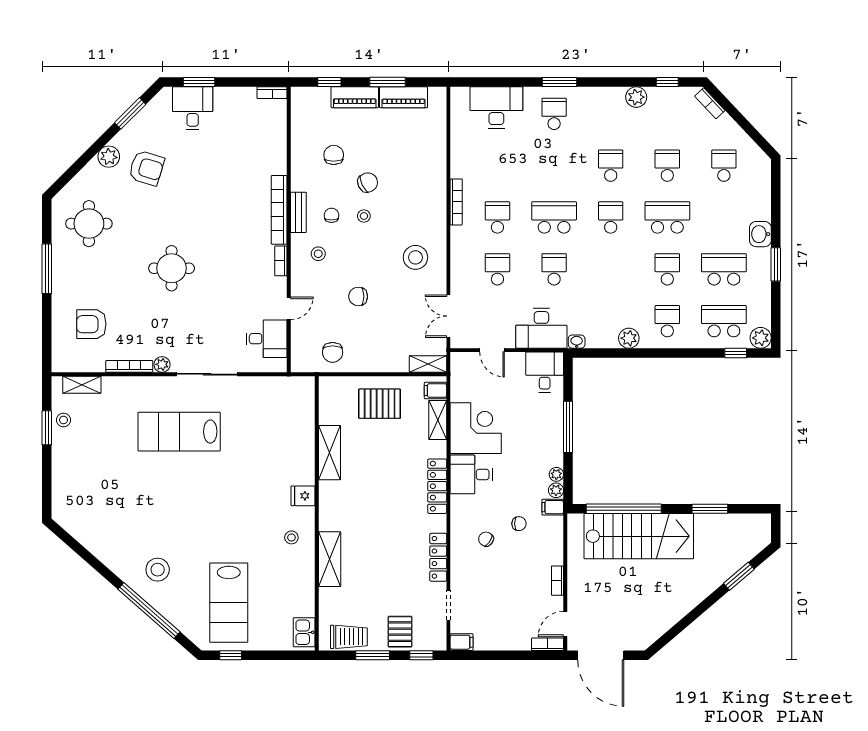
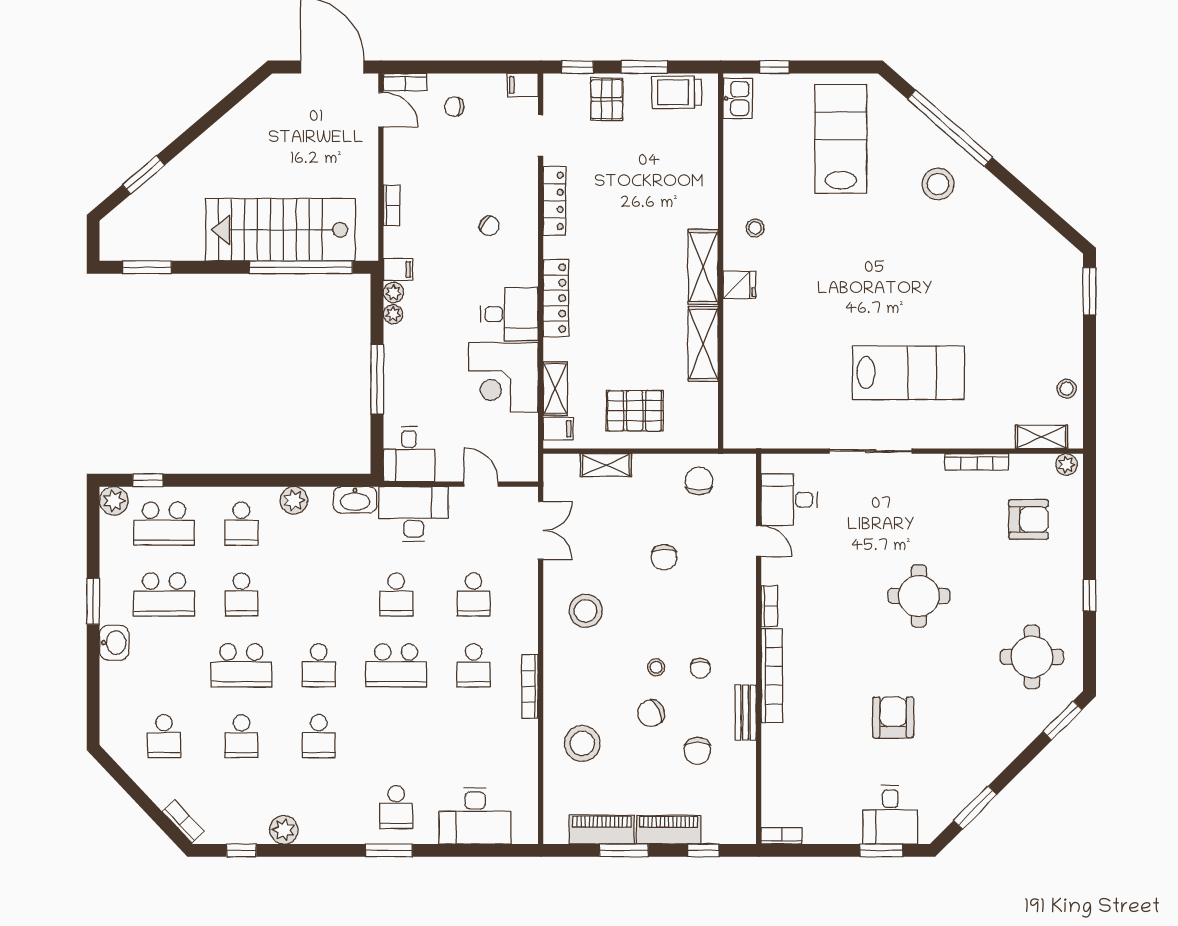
plant: (109, 157) -> (1005, 749), removed
armchair: (147, 168) -> (893, 717), moved, turned 73
window: (67, 177) -> (1062, 720), added
bench: (298, 212) -> (746, 712), moved
stool: (318, 254) -> (582, 743), moved, width x1.89, depth x1.89
window: (47, 269) -> (1089, 595), width x0.46
chair: (358, 296) -> (664, 557), turned 90
door: (289, 308) -> (759, 541), swing flipped
washbasin: (577, 342) -> (355, 500), width x1.91, depth x1.45
plant: (162, 364) -> (1067, 464), moved
shelving: (428, 364) -> (606, 465), moved
window: (47, 428) -> (1089, 291), moved
window: (710, 509) -> (147, 267), moved
chair: (519, 524) -> (454, 107), moved
shelving: (330, 559) -> (703, 267), moved
bookcase: (557, 581) -> (392, 205), moved
door: (565, 624) -> (381, 110), hinge flipped
window: (231, 655) -> (774, 67), moved

